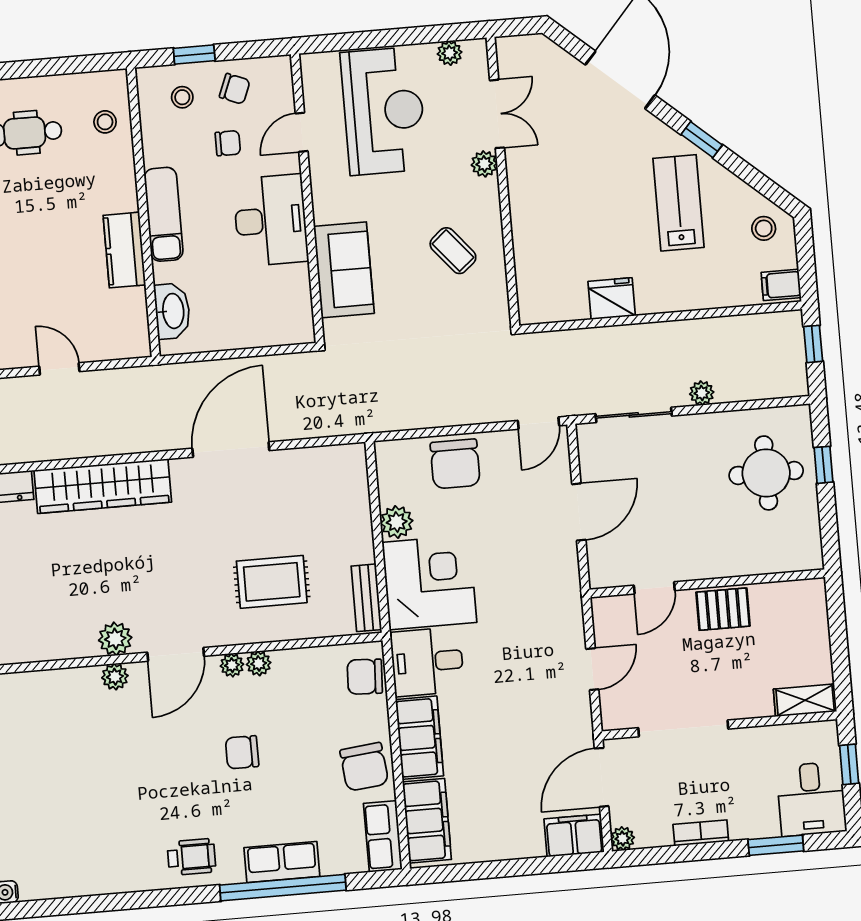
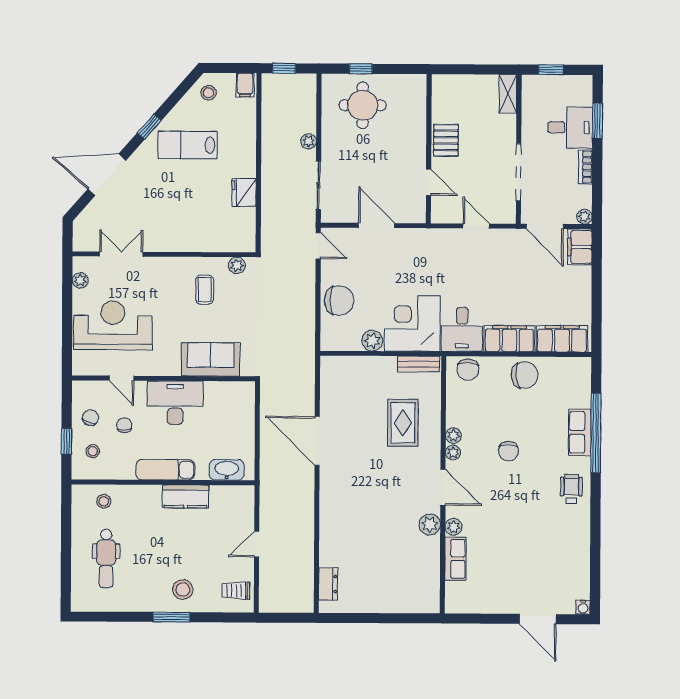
plant: (484, 164) -> (237, 265), moved
coffee table: (453, 251) -> (205, 290), turned -50
wardrobe: (103, 486) -> (333, 524), removed
desk: (811, 799) -> (570, 128), moved
row of seats: (383, 836) -> (455, 559), moved, turned -90

